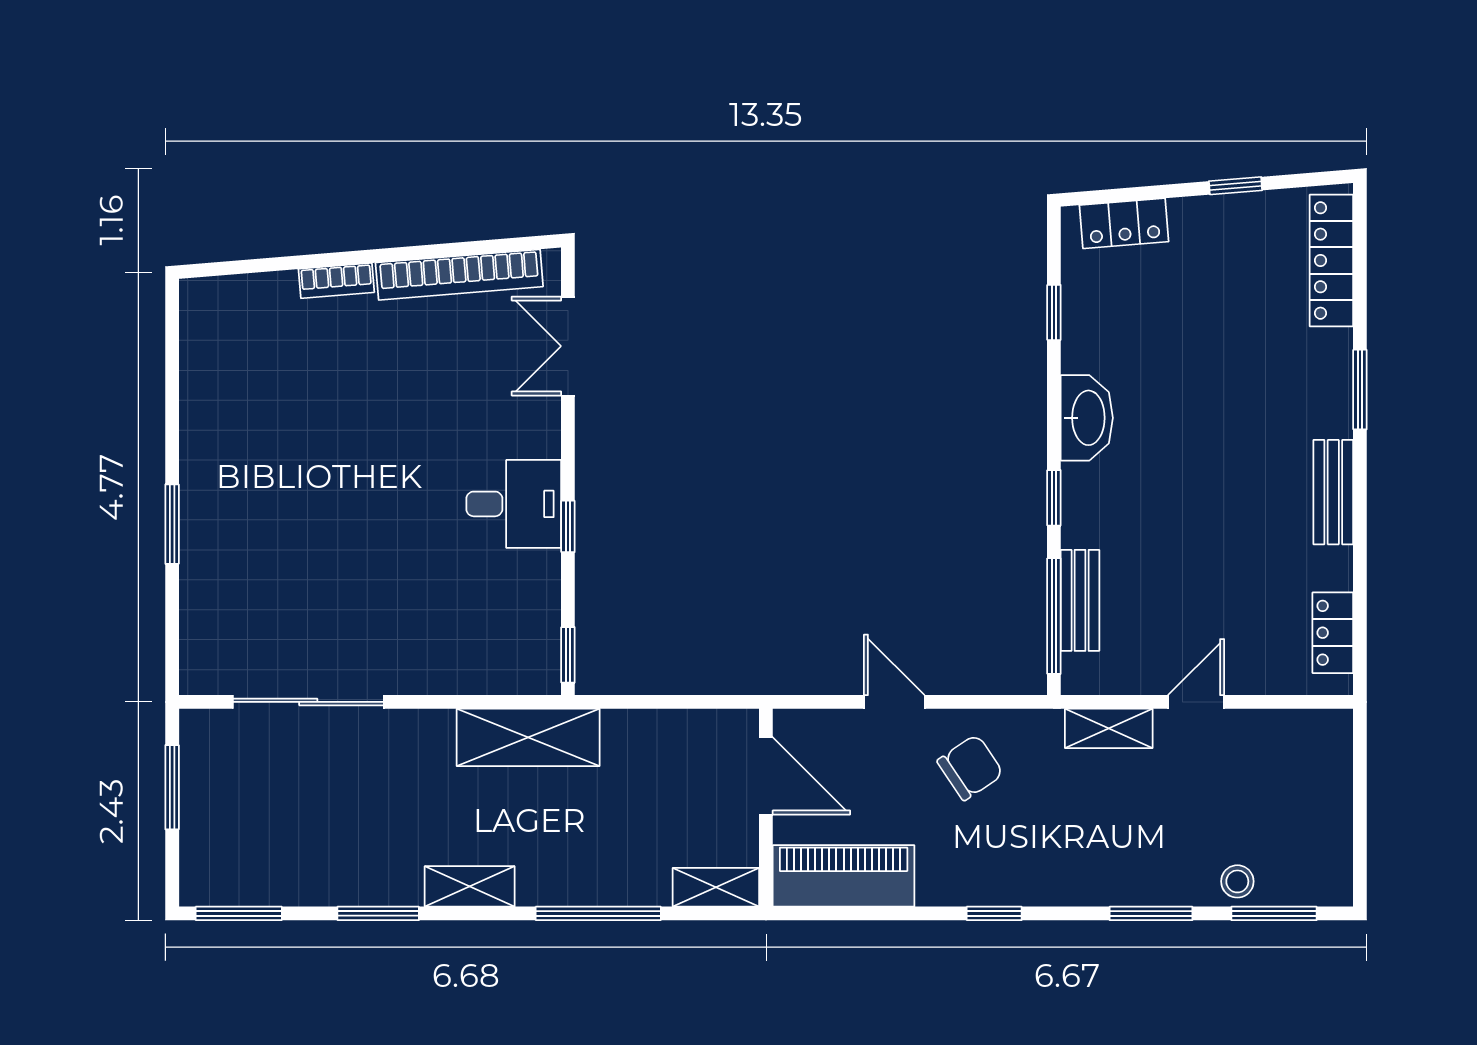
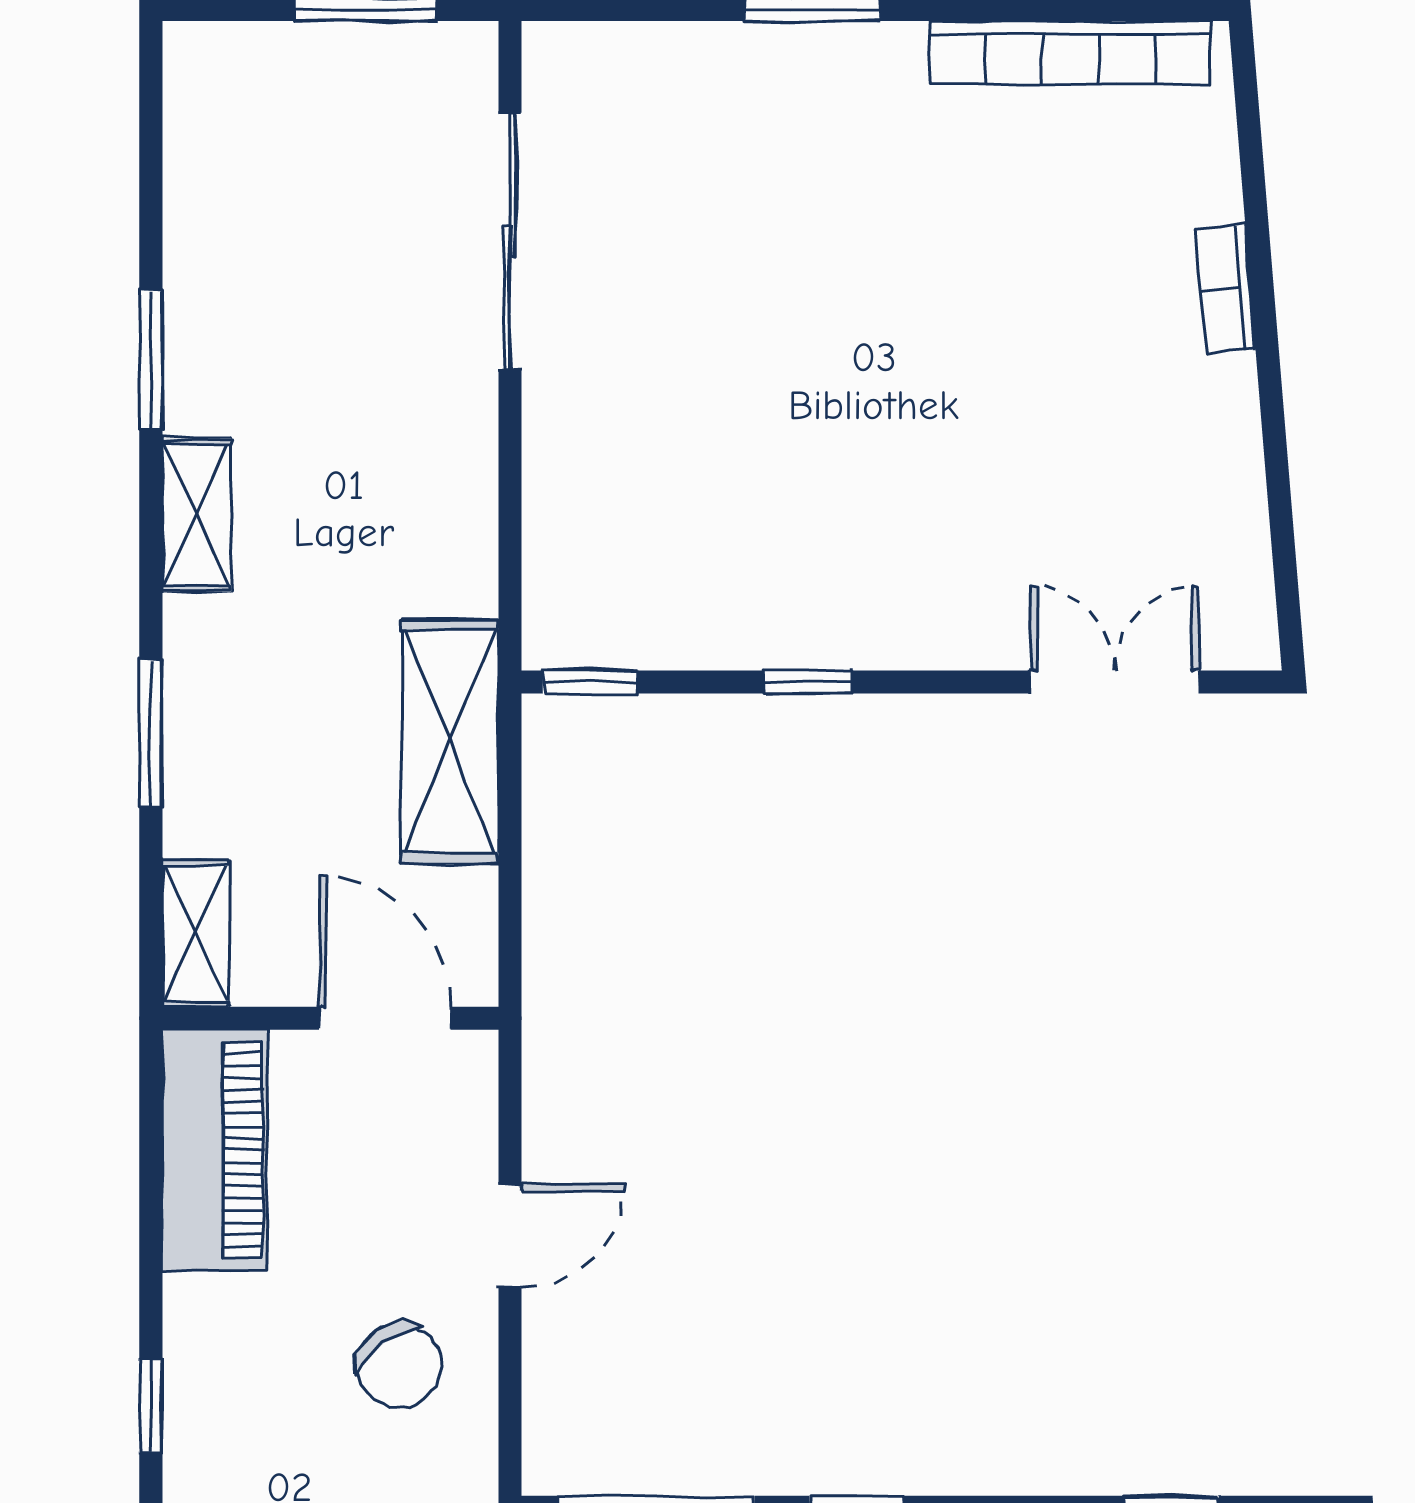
bookcase: (459, 275) -> (1070, 53), moved, turned -85
desk: (514, 504) -> (846, 590), removed
shelving: (528, 737) -> (450, 741), moved
door: (766, 776) -> (385, 1018), swing flipped
window: (239, 913) -> (151, 123), removed
window: (598, 913) -> (151, 733), width x0.69

